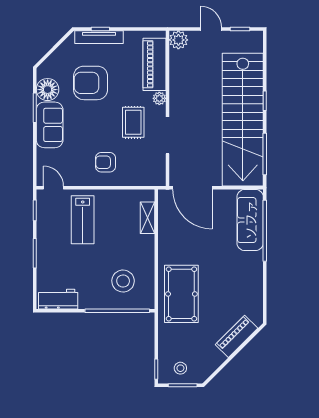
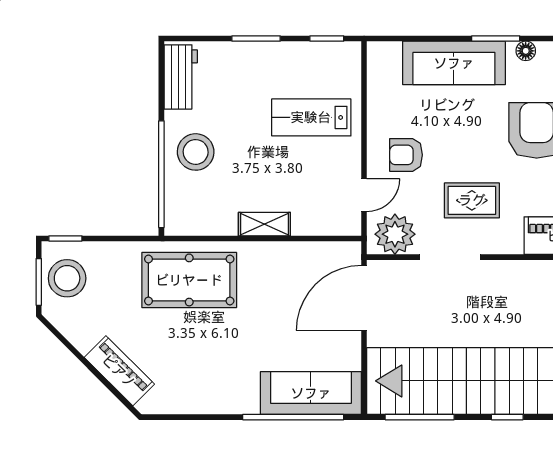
floor lamp: (48, 90) -> (526, 51), width x0.53, depth x0.53
plant: (159, 98) -> (395, 234), moved, width x1.88, depth x1.88
sofa: (50, 125) -> (454, 63), width x1.36
armchair: (105, 162) -> (406, 155), turned -90
door: (53, 188) -> (364, 195), moved
shelving: (148, 218) -> (264, 224), moved
stool: (123, 281) -> (196, 152), moved
stool: (180, 368) -> (67, 278), width x1.89, depth x1.89

